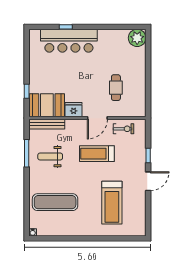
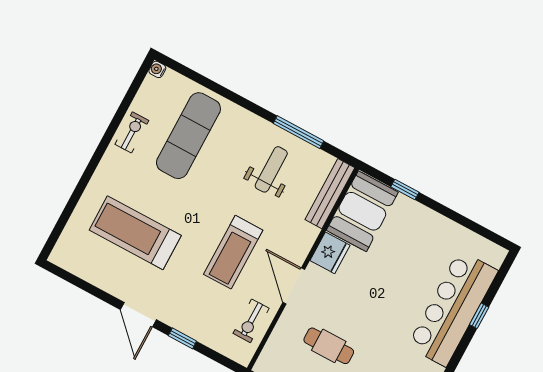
treadmill: (97, 154) -> (233, 252), turned 180
exercise bike: (67, 228) -> (132, 132), added

